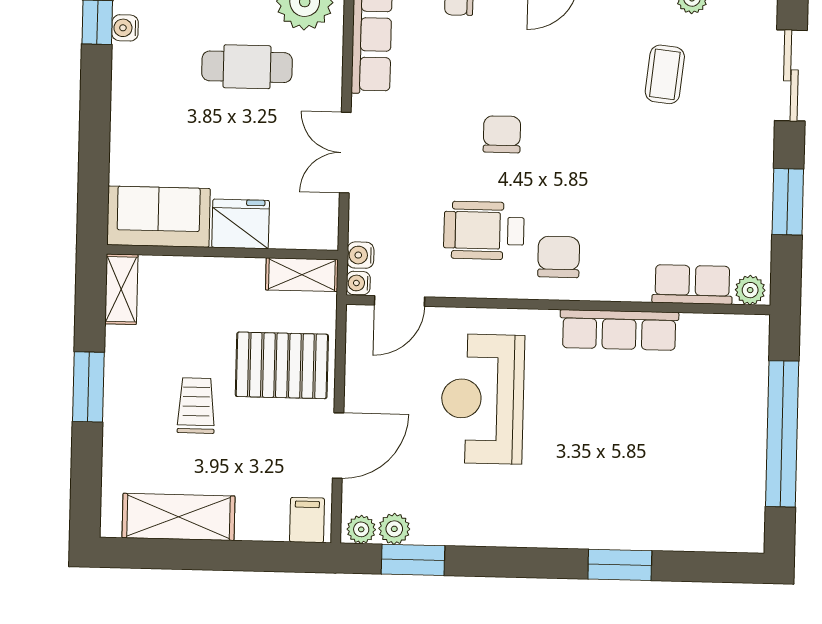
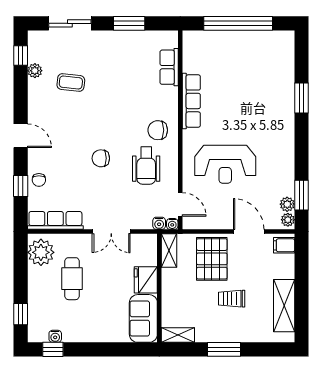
plant: (750, 290) -> (171, 40), removed

